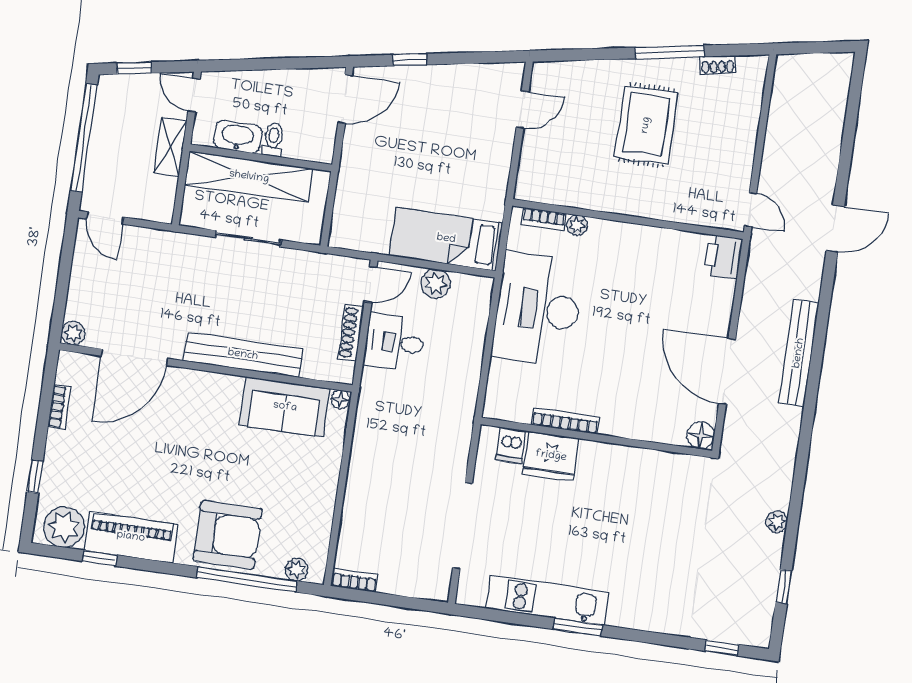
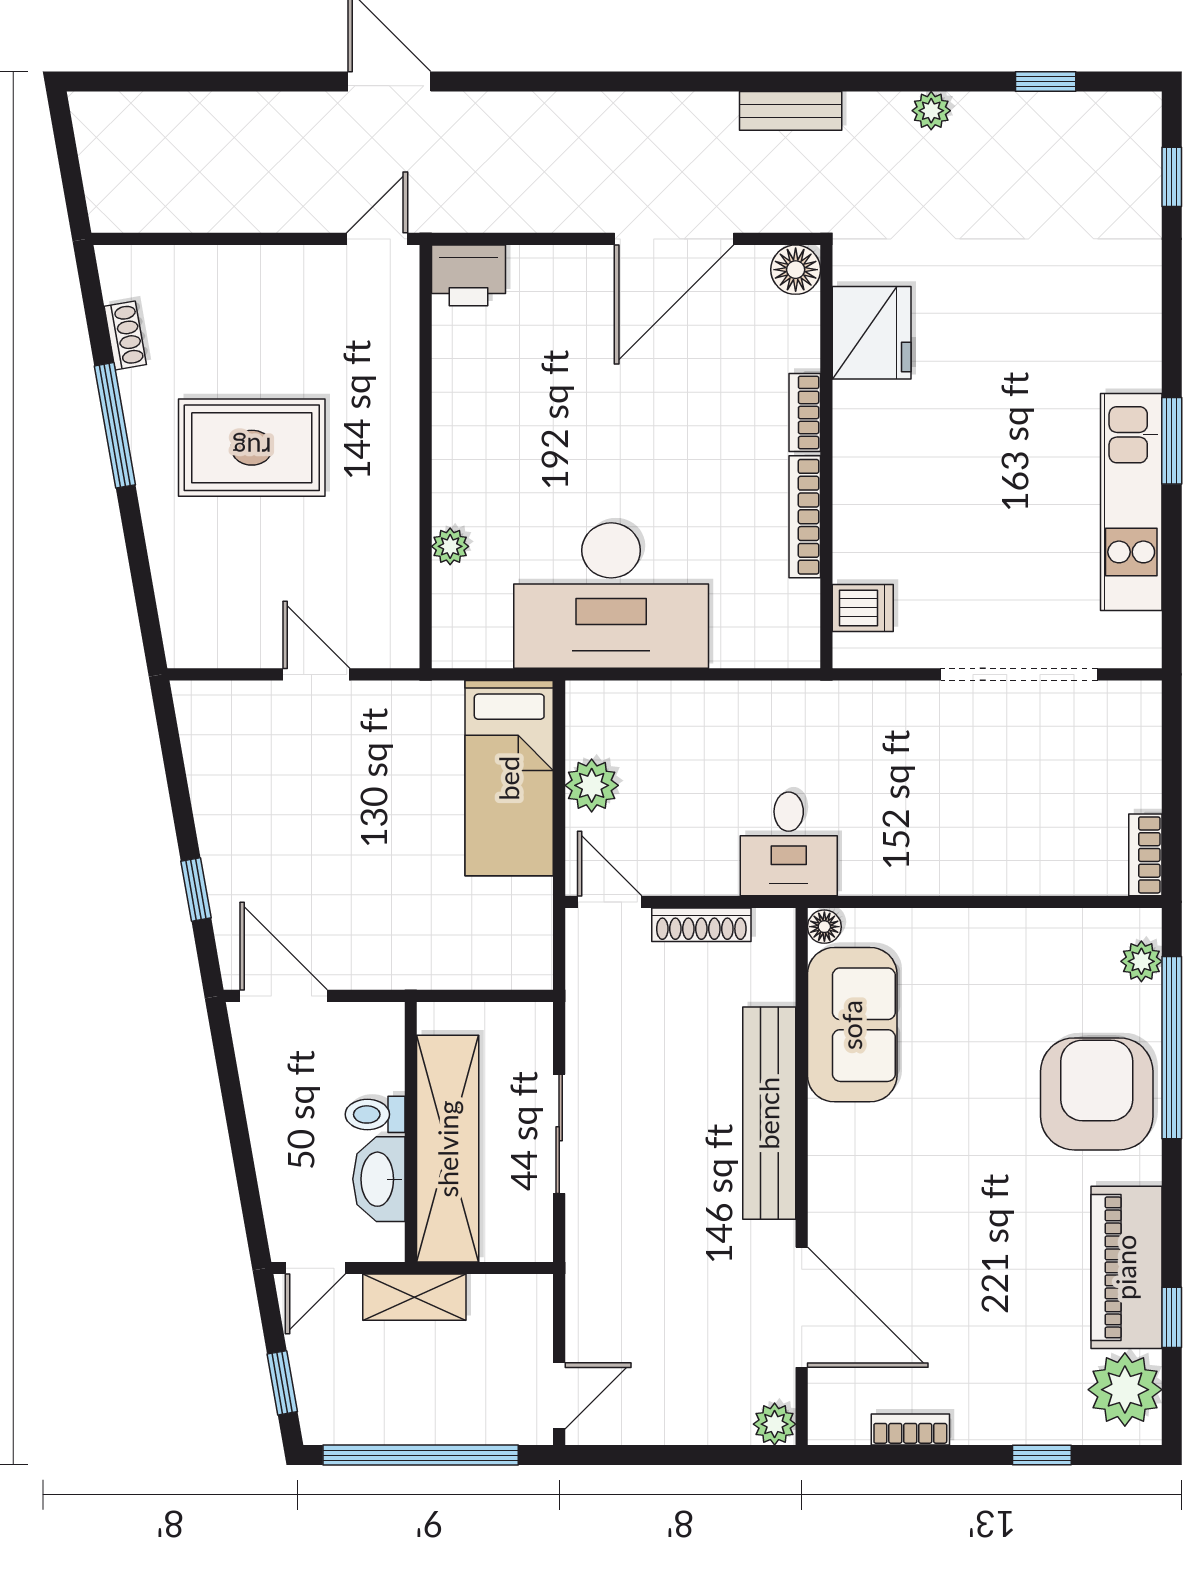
door: (522, 110) -> (316, 674), moved
bookcase: (544, 219) -> (805, 412), moved, turned 180
desk: (395, 342) -> (789, 844), moved
bench: (799, 353) -> (791, 111), moved, width x0.54, depth x0.82
fridge: (551, 456) -> (872, 333), moved

